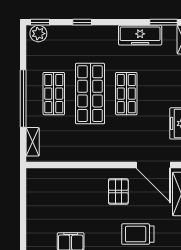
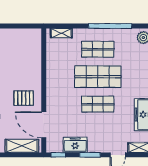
window: (23, 99) -> (110, 26), moved
door: (153, 165) -> (44, 125), hinge flipped

